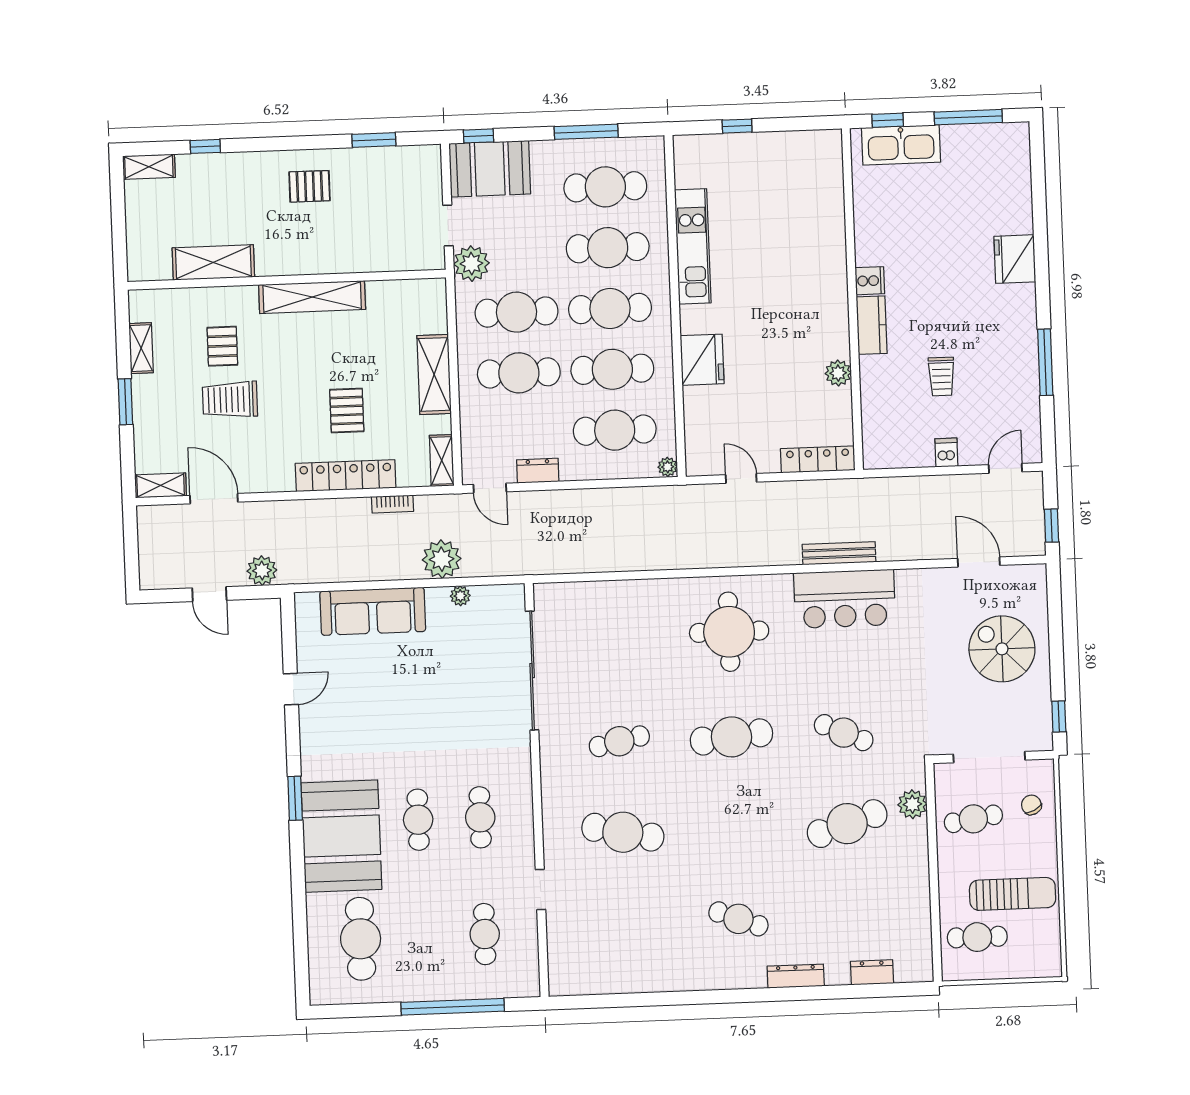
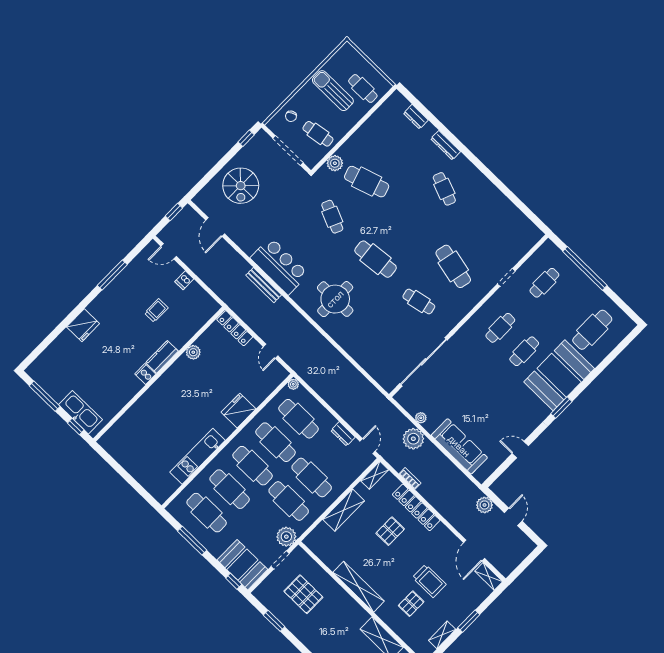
window: (737, 126) -> (134, 484), removed
pallet: (309, 186) -> (303, 594), moved, width x1.50, depth x1.42

